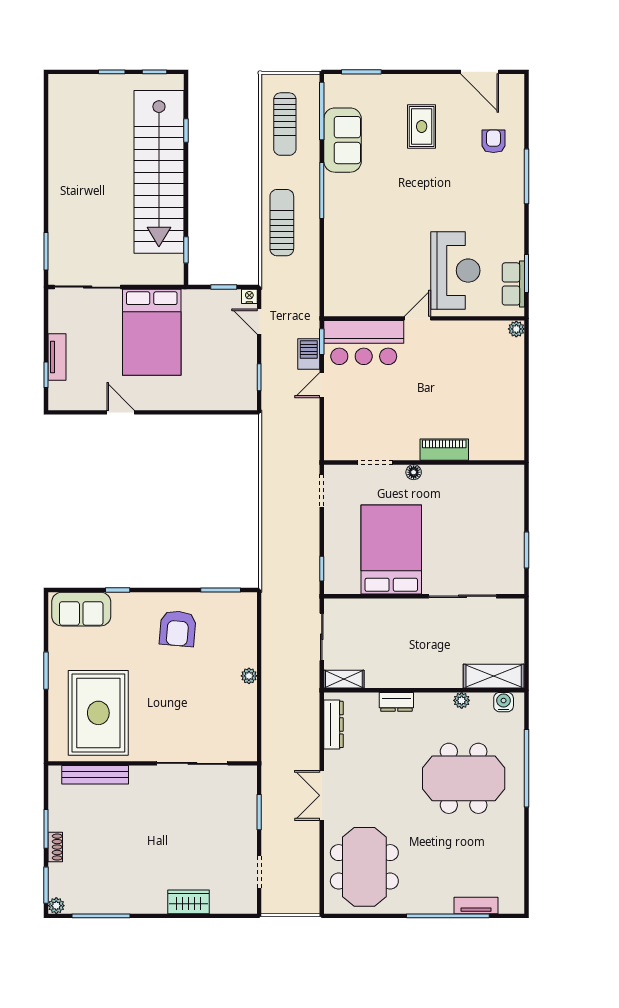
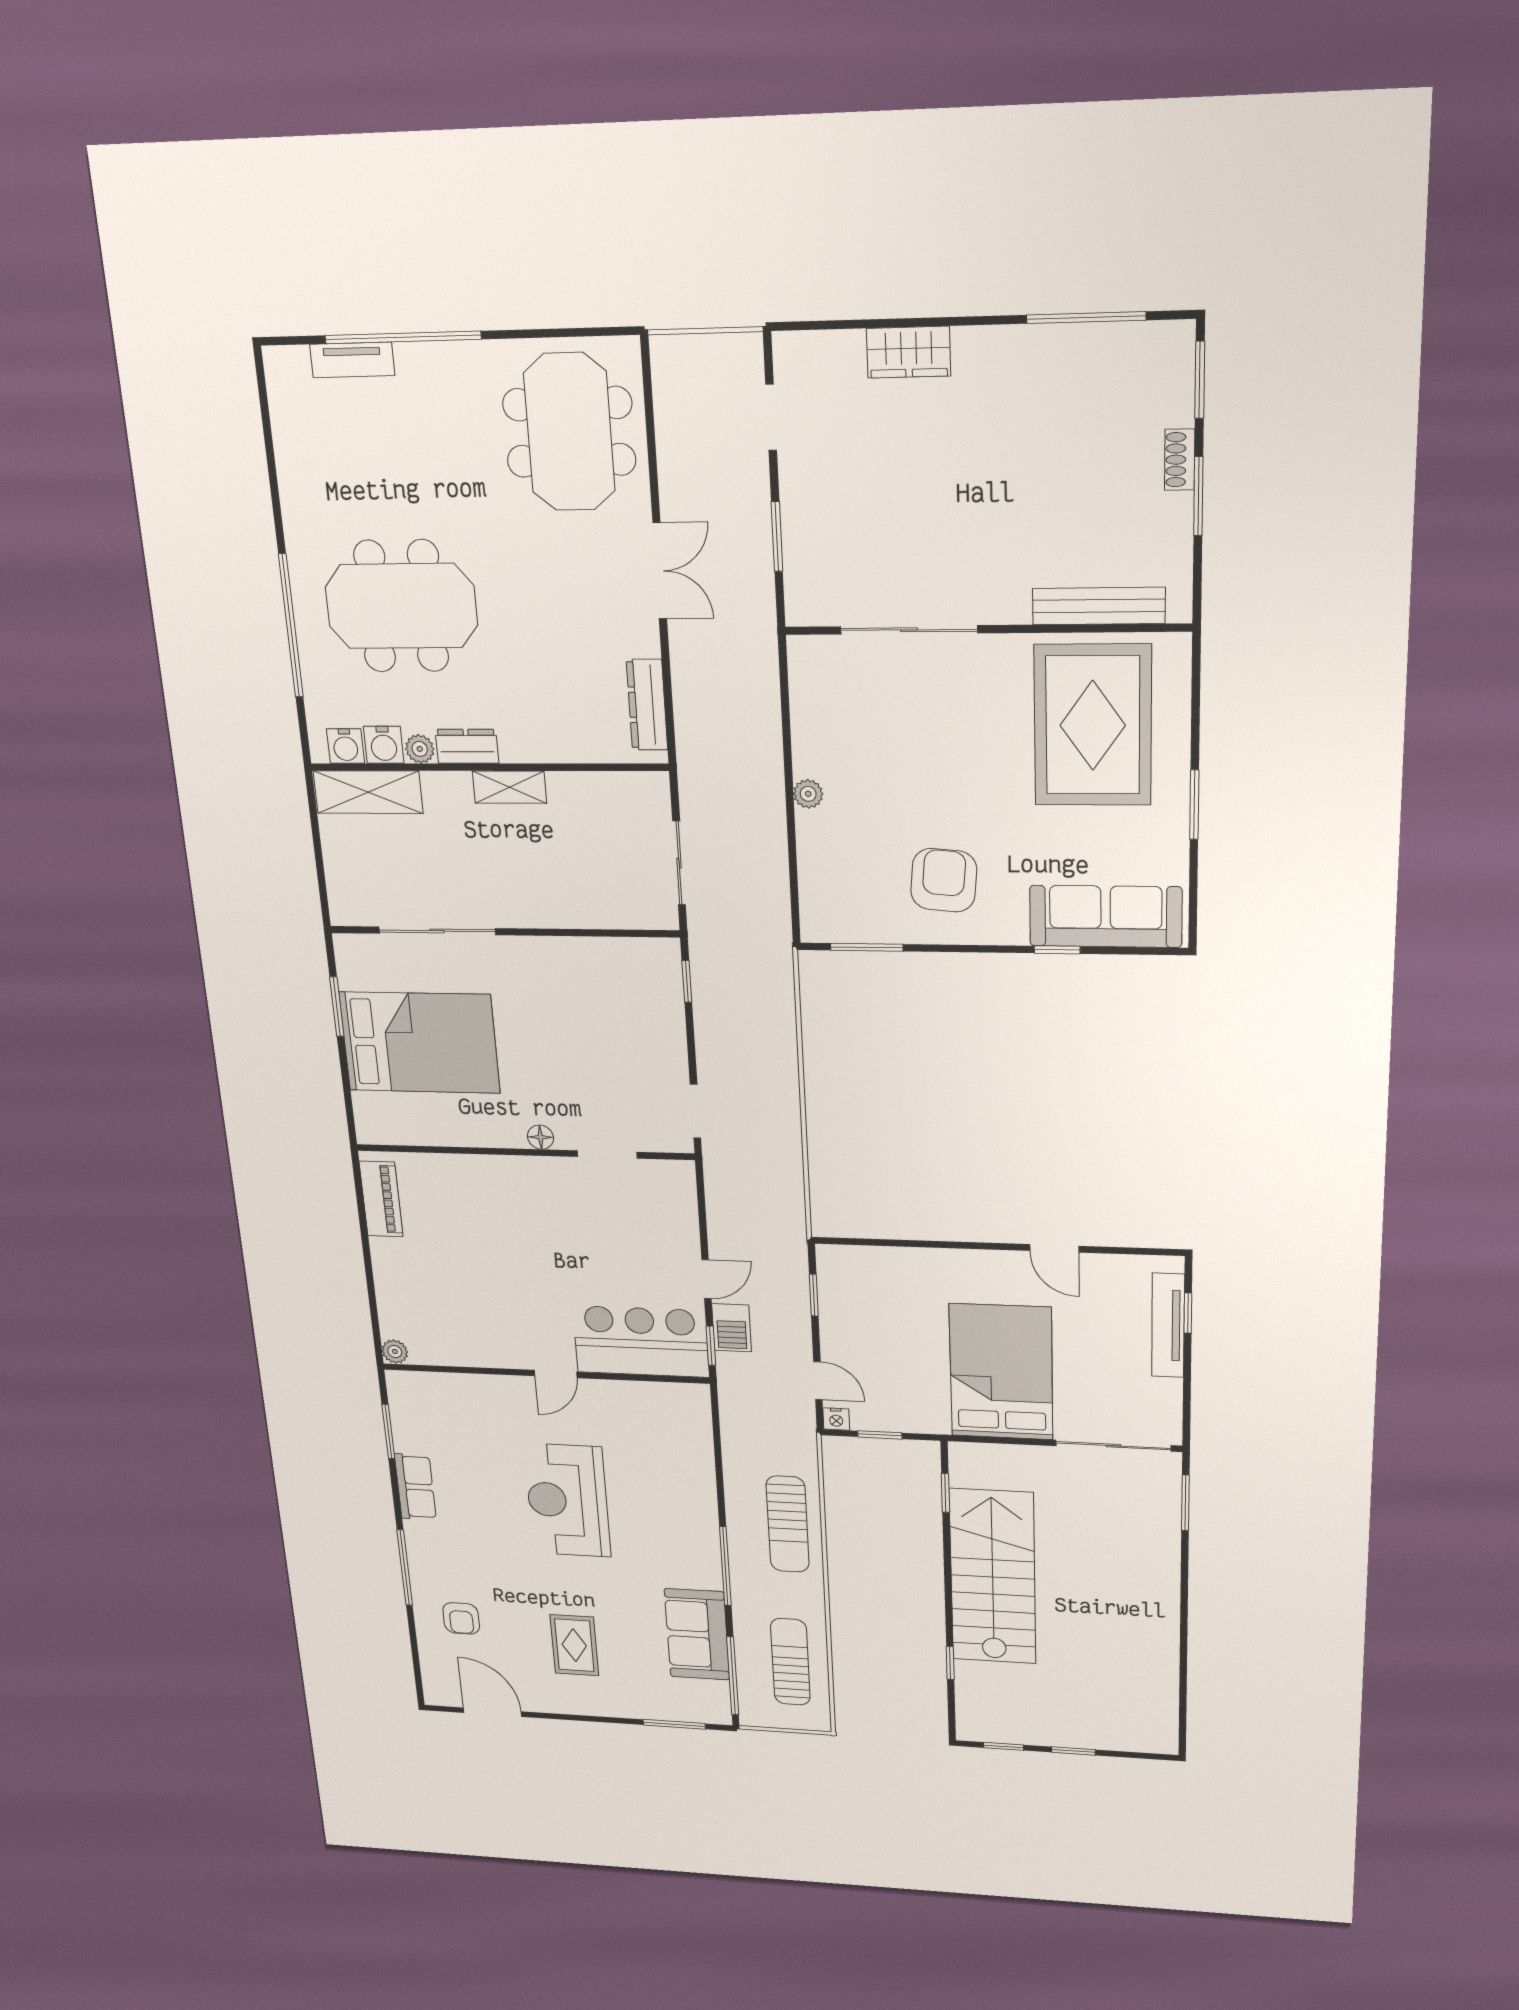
stairs: (159, 172) -> (993, 1577), width x0.73
reception desk: (455, 271) -> (567, 1500), moved
row of seats: (513, 284) -> (415, 1487), moved
tv unit: (57, 357) -> (1168, 1325), width x1.41
piano: (444, 450) -> (381, 1199), moved, turned -90
bed: (391, 549) -> (420, 1043), moved, turned -90
sofa: (81, 609) -> (1106, 916), width x1.36
shelving: (344, 679) -> (509, 787), moved
dresser: (396, 702) -> (467, 746), moved
water cooler: (482, 703) -> (384, 745), added
plant: (56, 906) -> (1179, 337), removed

